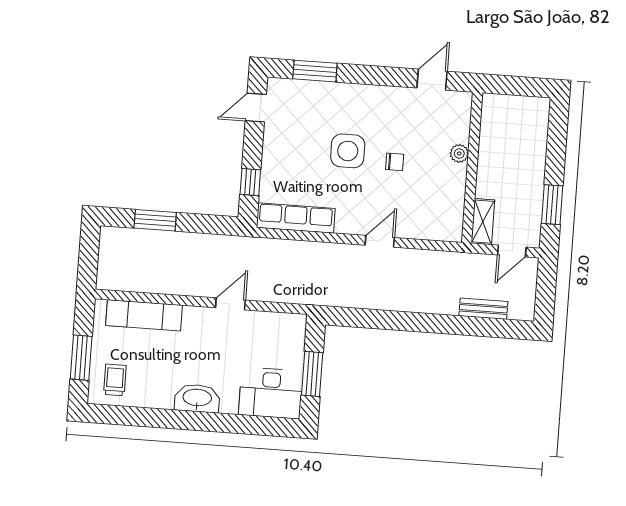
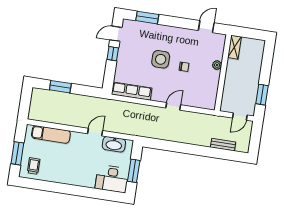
window: (250, 182) -> (113, 54), moved
shelving: (483, 222) -> (234, 47), moved
washbasin: (197, 398) -> (114, 144), moved, turned 180

